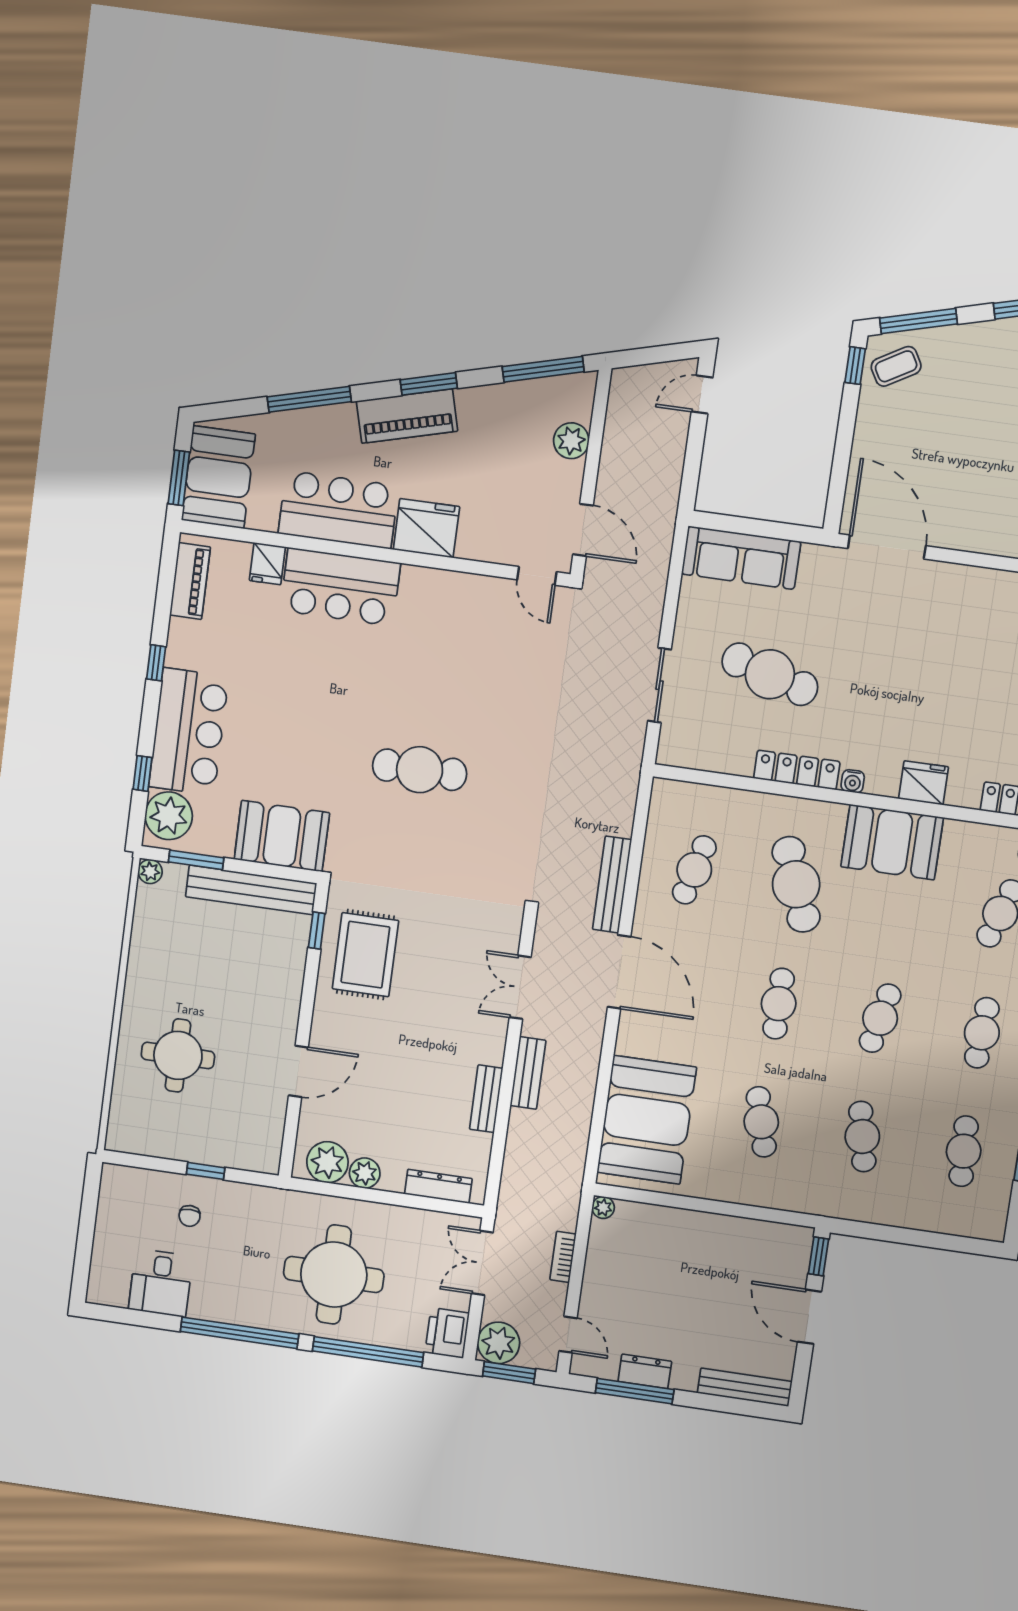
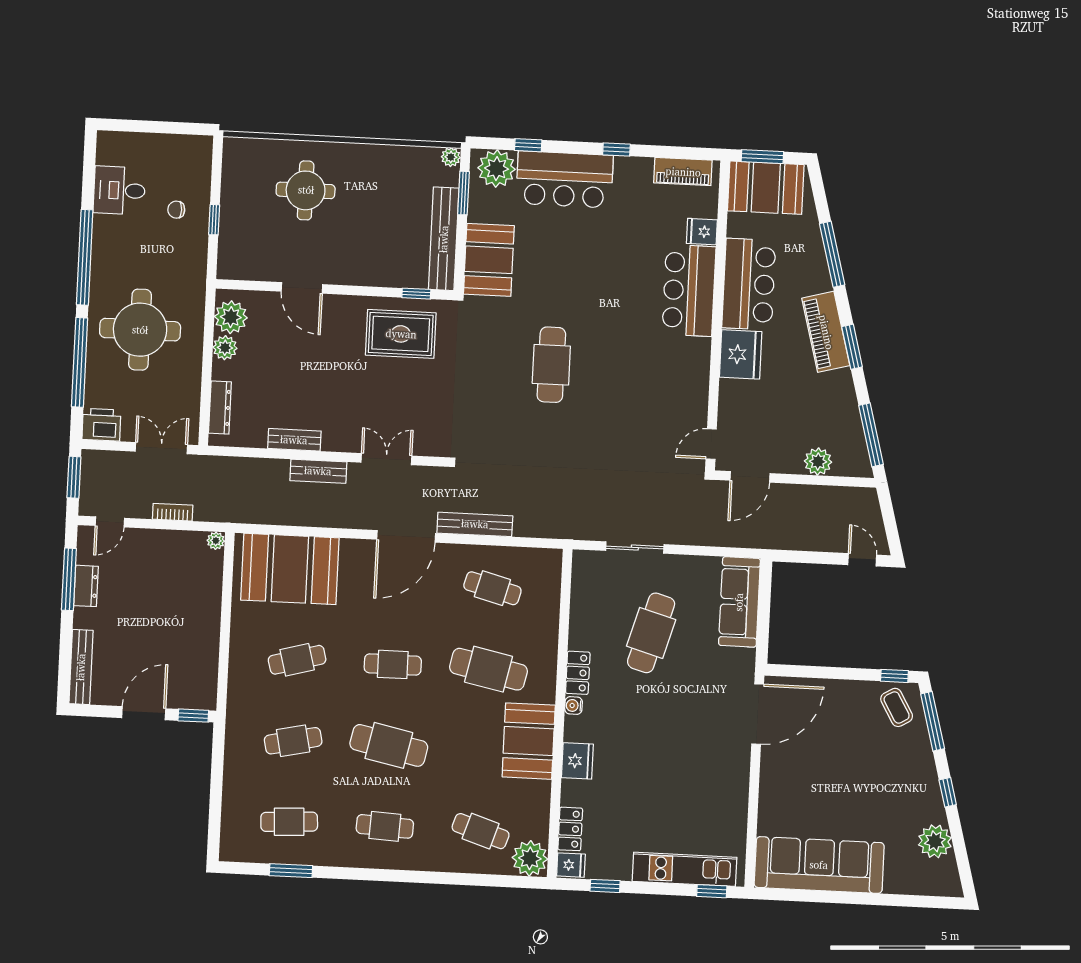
locker: (797, 770) -> (578, 673), width x0.66
cafe table: (796, 884) -> (488, 669), turned 33
cafe table: (880, 1018) -> (389, 745), width x1.37, depth x1.35
plant: (499, 1343) -> (97, 467), removed

